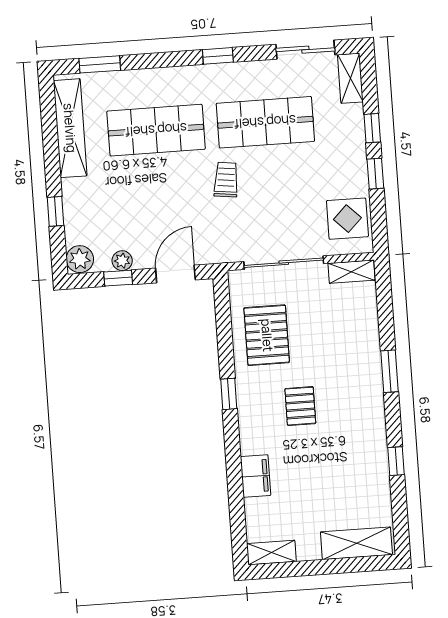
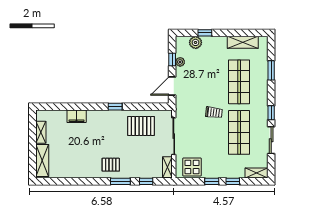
sliding door: (305, 50) -> (271, 140), moved
window: (100, 64) -> (271, 70), moved
shelving: (70, 128) -> (243, 42), width x0.68
plant: (80, 259) -> (196, 42), moved
door: (175, 274) -> (172, 86), swing flipped
pallet: (300, 406) -> (111, 165), moved
window: (396, 461) -> (146, 181), moved
shelving: (271, 553) -> (41, 132), moved

